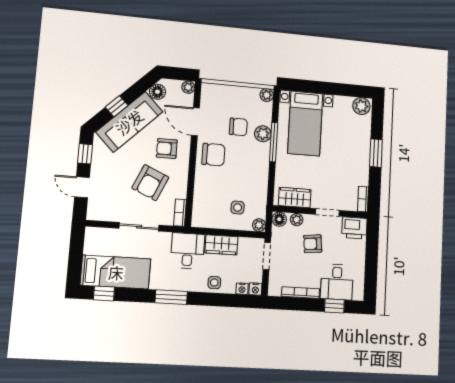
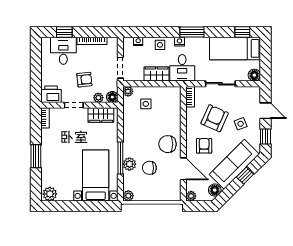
armchair: (167, 149) -> (204, 146), turned -90
side table: (117, 173) -> (241, 124), added
floor lamp: (93, 235) -> (254, 75), added
nightstand: (255, 289) -> (180, 42), moved

